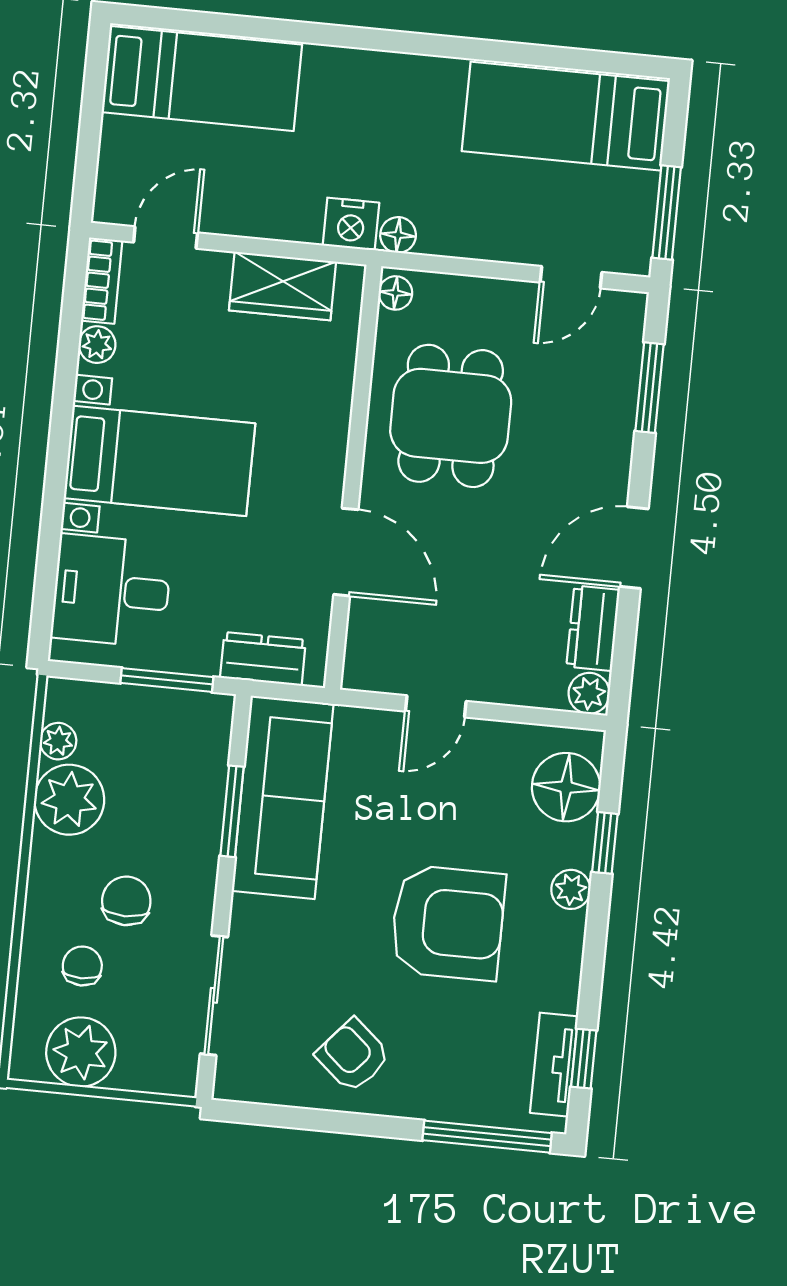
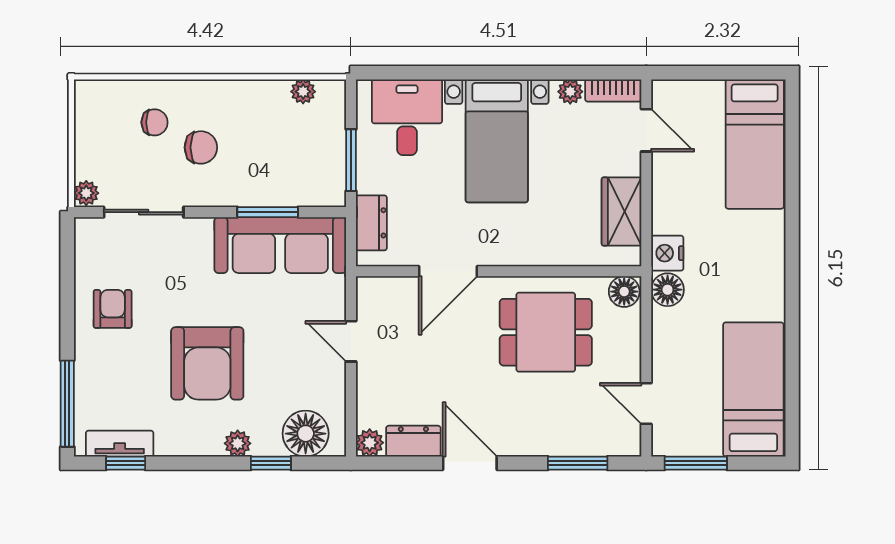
floor lamp: (398, 235) -> (668, 290), width x1.37, depth x1.37
floor lamp: (395, 293) -> (624, 292), width x1.37, depth x1.37
plant: (69, 800) -> (265, 103), removed
plant: (81, 1052) -> (86, 193), moved, width x0.53, depth x0.53
armchair: (353, 1055) -> (113, 309), turned -41

